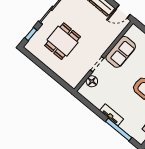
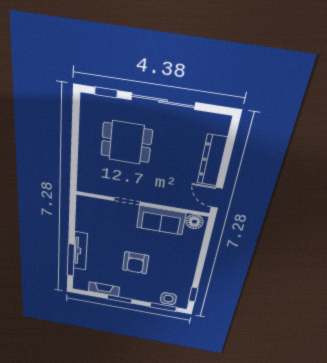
floor lamp: (92, 81) -> (194, 222), moved
tv unit: (112, 115) -> (80, 251), width x1.41

